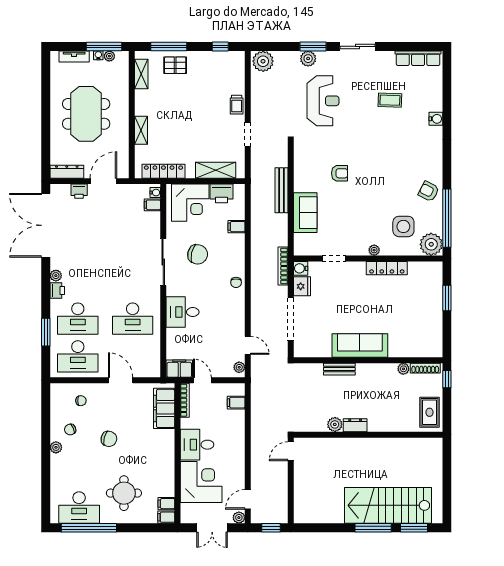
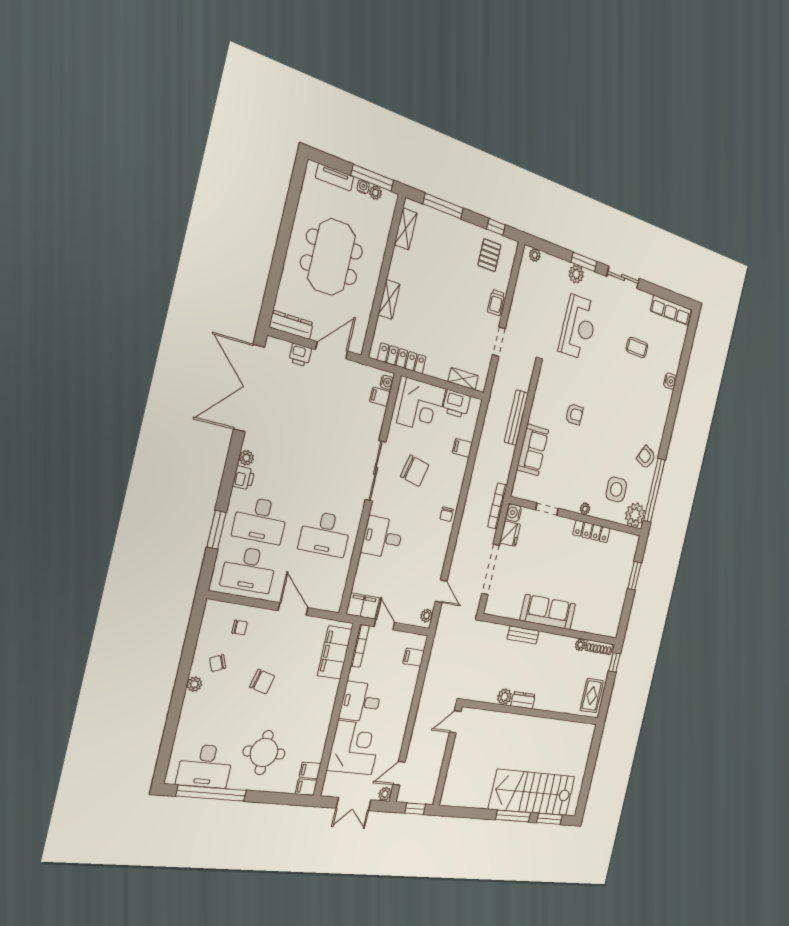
plant: (263, 61) -> (535, 255), width x0.53, depth x0.53
pallet: (175, 65) -> (489, 255), moved, turned 90
shelving: (216, 170) -> (463, 379), width x0.67, depth x0.75

